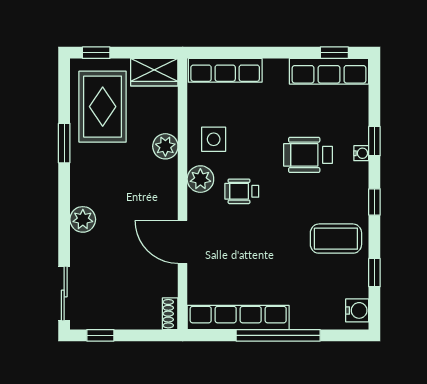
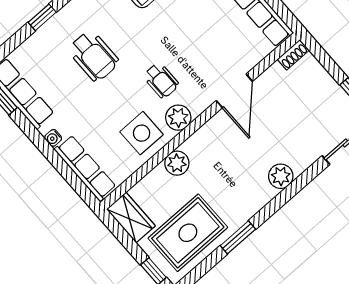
side table: (214, 139) -> (142, 133), width x1.37, depth x1.37
water cooler: (361, 153) -> (53, 138), moved, turned -90

